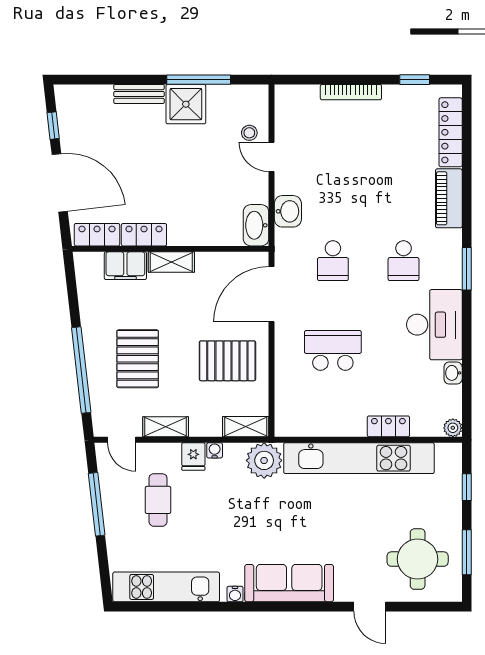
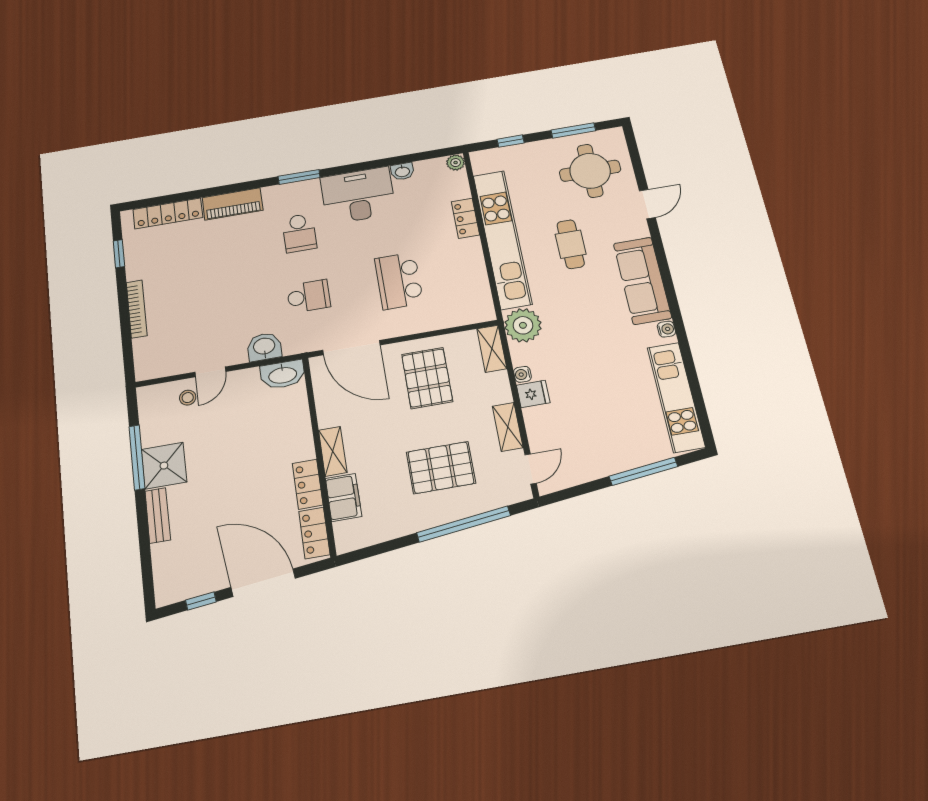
door: (60, 183) -> (263, 583), hinge flipped
school desk: (404, 261) -> (299, 233), turned 90
cafe table: (158, 500) -> (571, 244), moved, turned 90
window: (97, 504) -> (643, 471), moved

